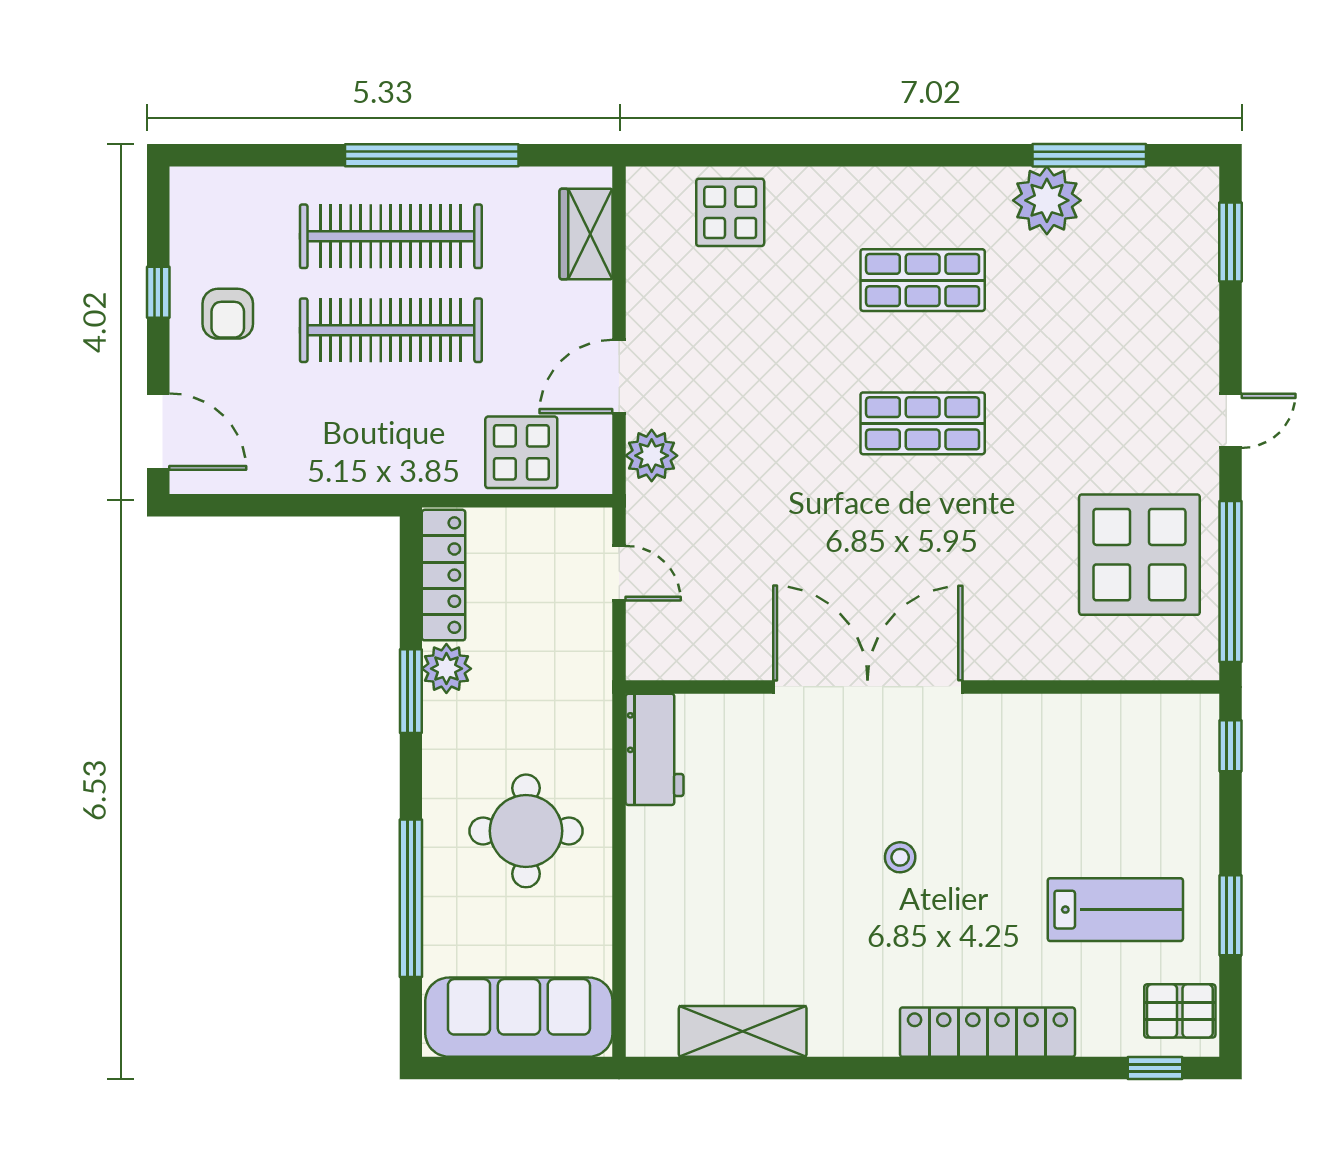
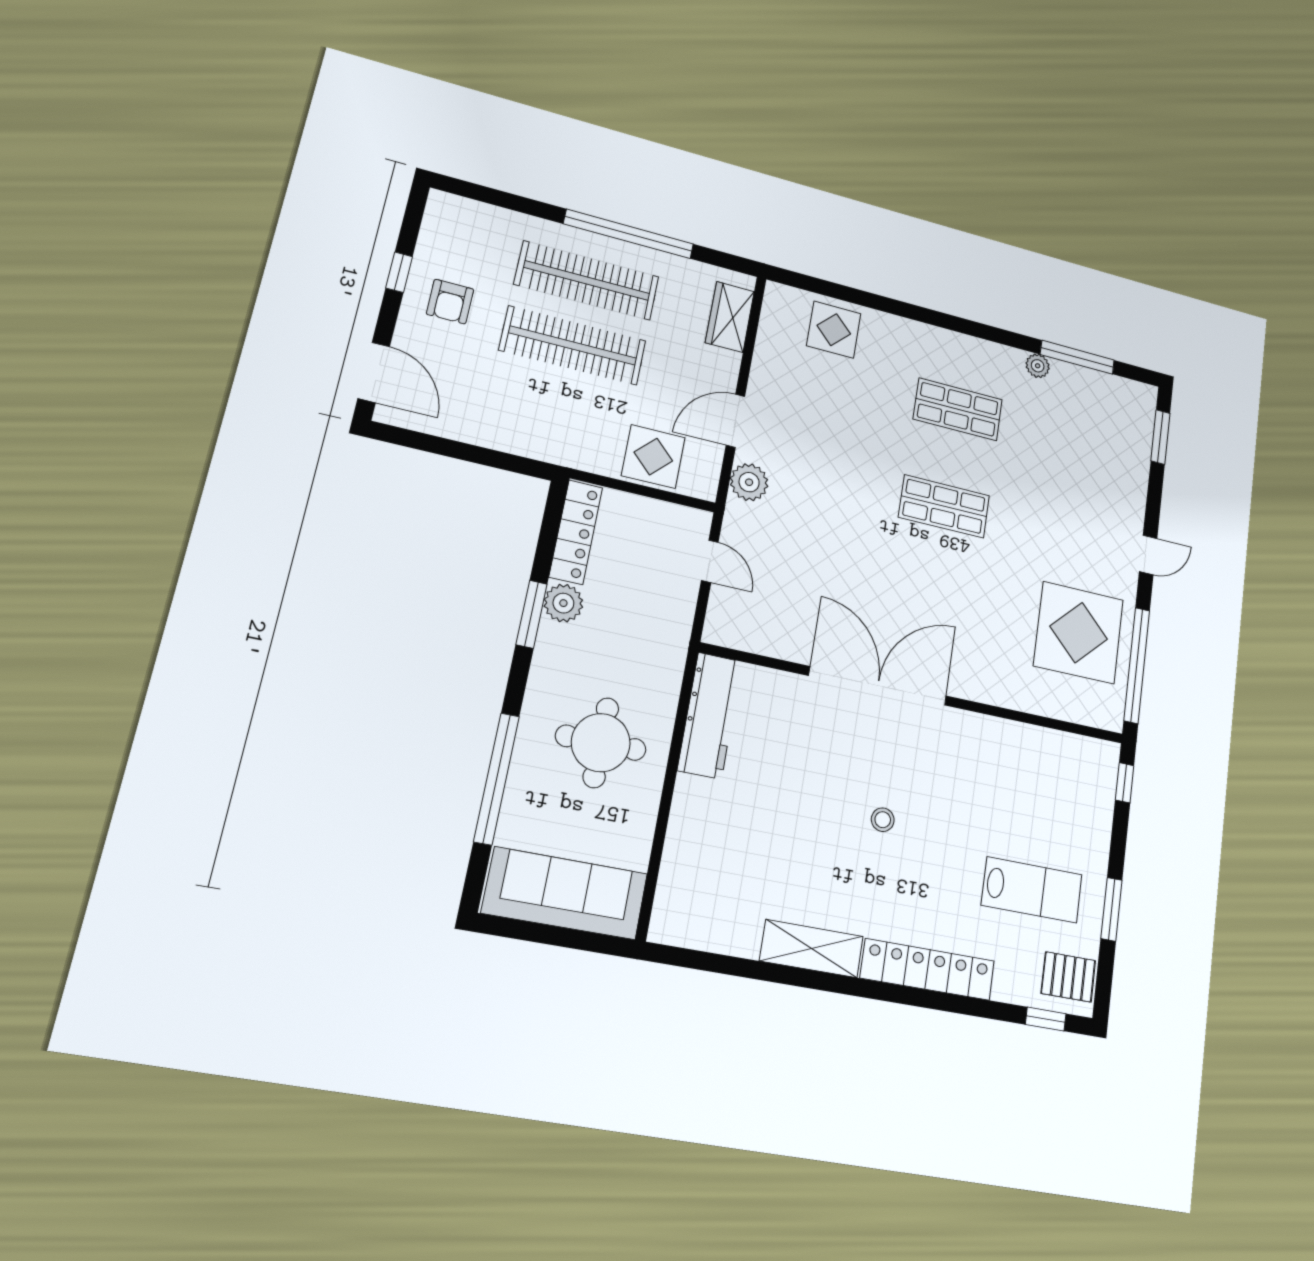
plant: (1047, 200) -> (1038, 366), width x0.53, depth x0.53
workbench: (655, 749) -> (710, 715), width x1.38
shelving: (743, 1031) -> (812, 949), moved

